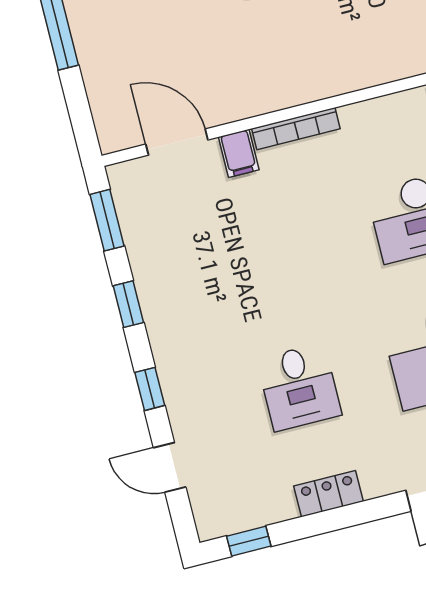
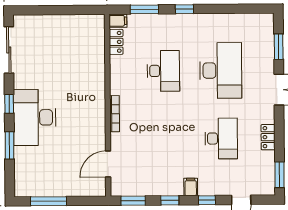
filing cabinet: (239, 153) -> (191, 187), moved, turned -90
desk: (299, 387) -> (221, 138), width x1.37
window: (249, 541) -> (280, 175), width x1.50

